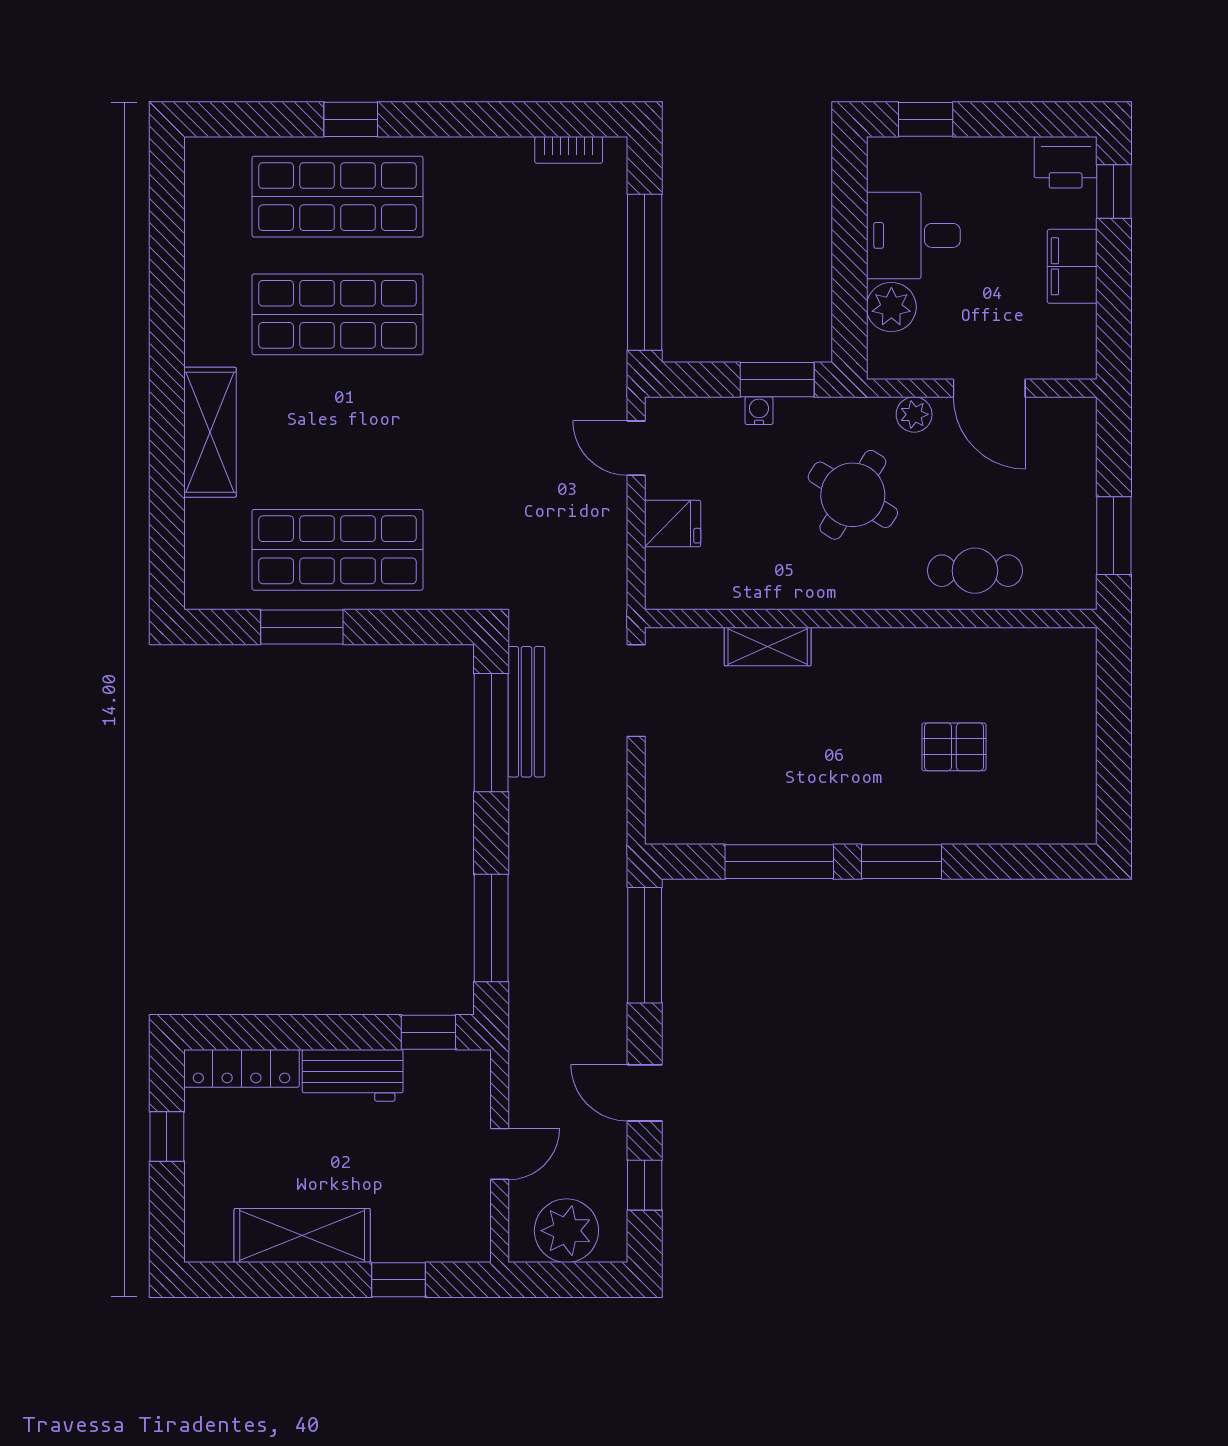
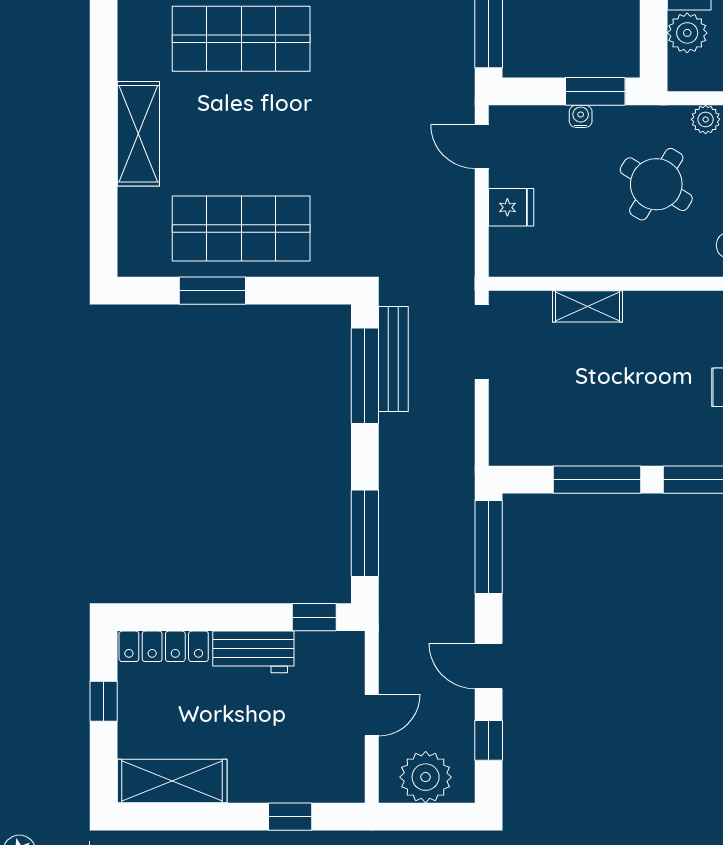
shelving: (302, 1235) -> (172, 781), moved

